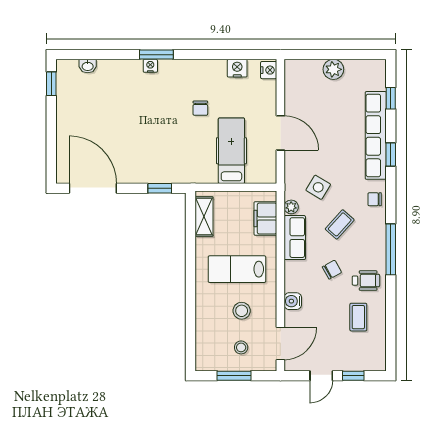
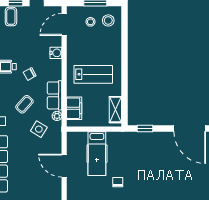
stool: (242, 311) -> (108, 20), moved
coffee table: (358, 317) -> (11, 17), moved

